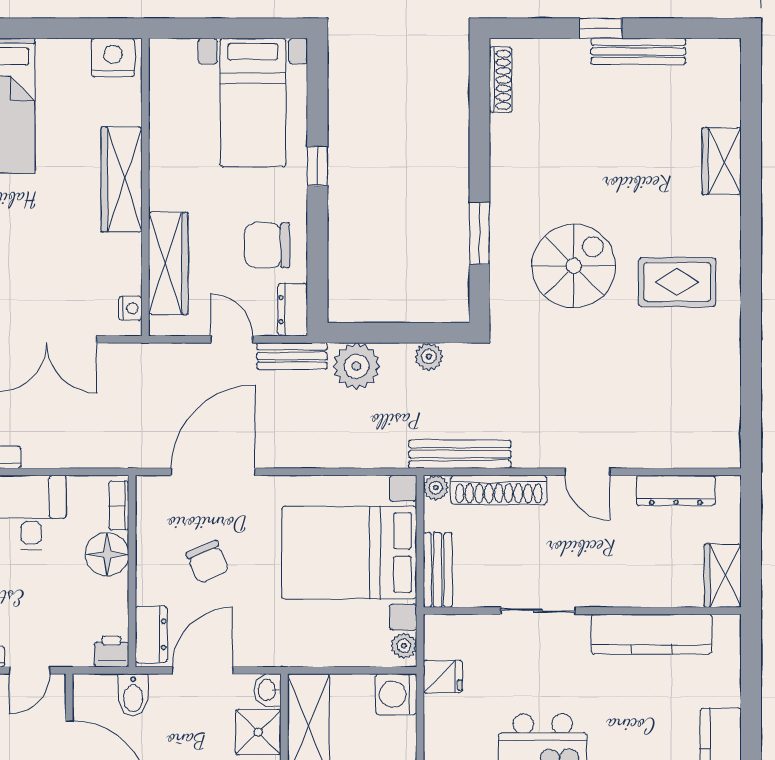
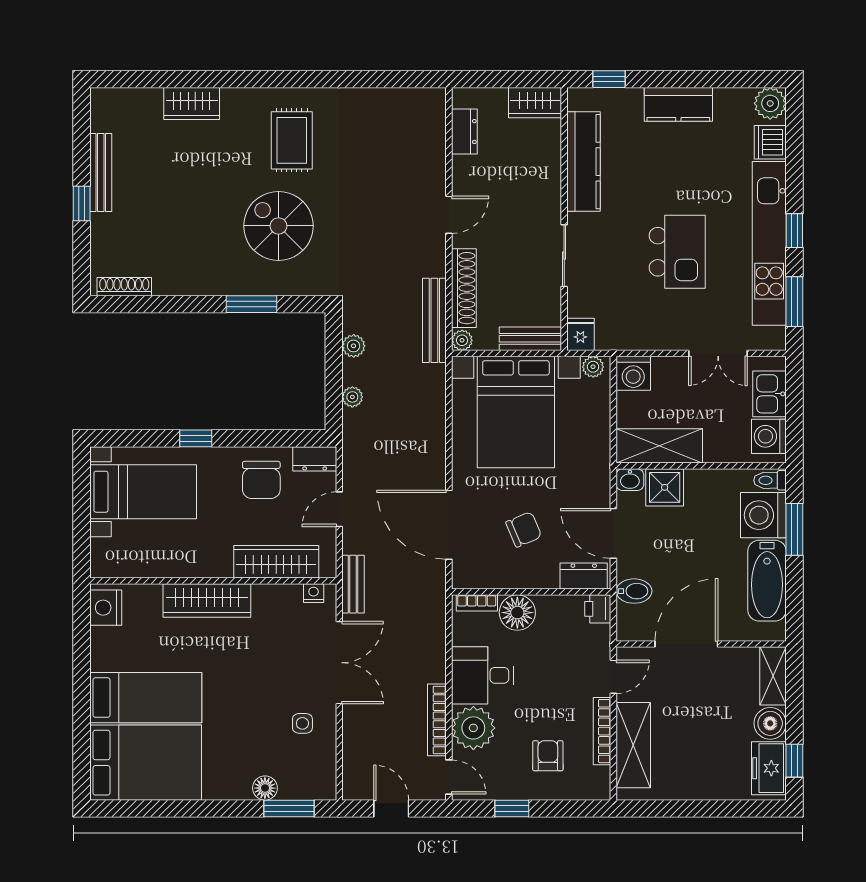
bench: (292, 356) -> (353, 584), moved
plant: (356, 366) -> (352, 397), width x0.53, depth x0.53
dresser: (676, 490) -> (464, 132), width x0.70
window: (751, 665) -> (609, 79), added
door: (30, 670) -> (613, 677), hinge flipped
fridge: (443, 677) -> (580, 334), moved

